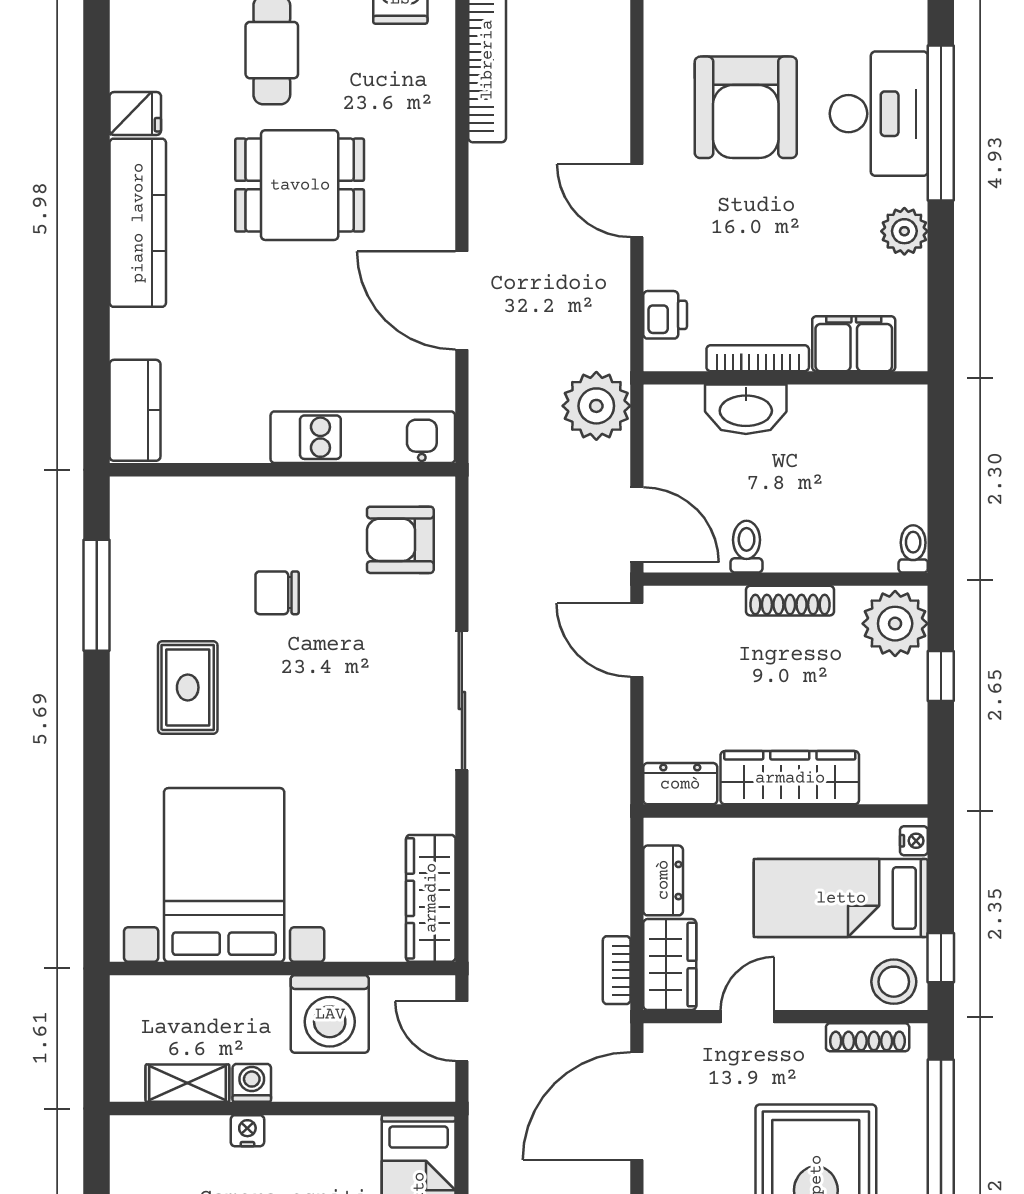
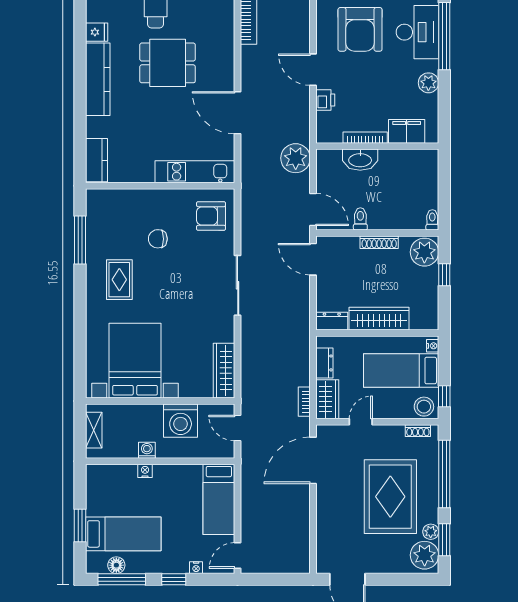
printer: (665, 315) -> (325, 100), moved
shoe rack: (868, 1037) -> (418, 431), width x0.70
shelving: (187, 1083) -> (94, 430), moved, turned 90

